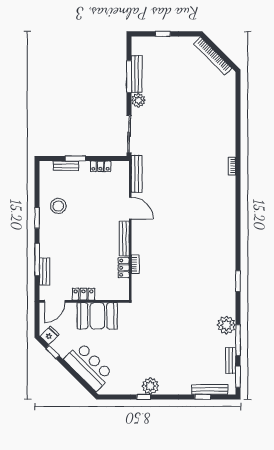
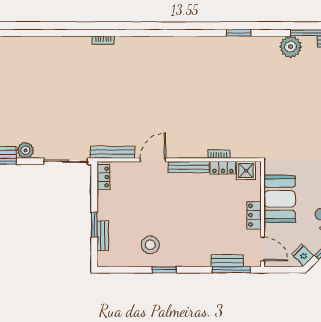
locker: (101, 166) -> (103, 177), moved
window: (37, 259) -> (232, 270), moved
shower: (121, 287) -> (246, 171), added

